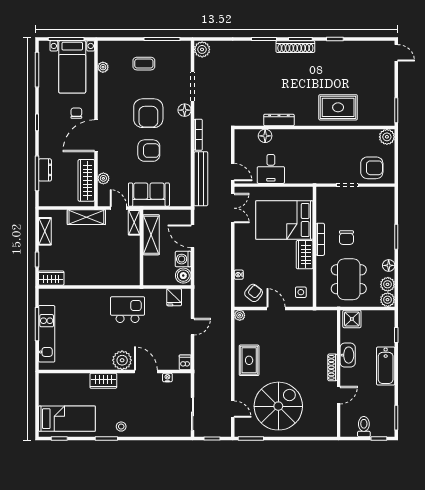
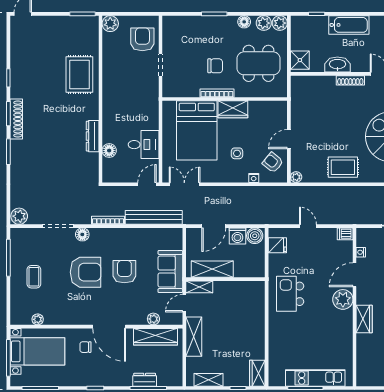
side table: (301, 292) -> (237, 153), moved

